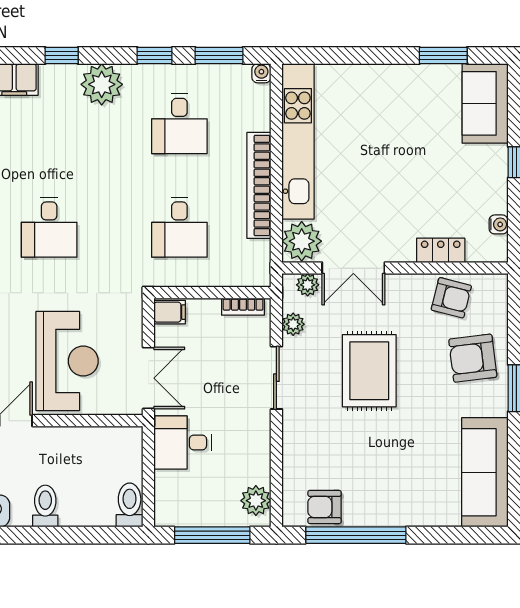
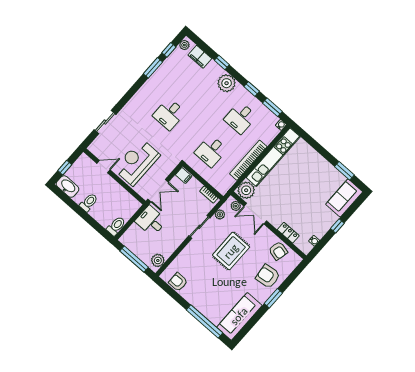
reception desk: (67, 361) -> (137, 162), turned 180
window: (356, 535) -> (204, 321), moved

